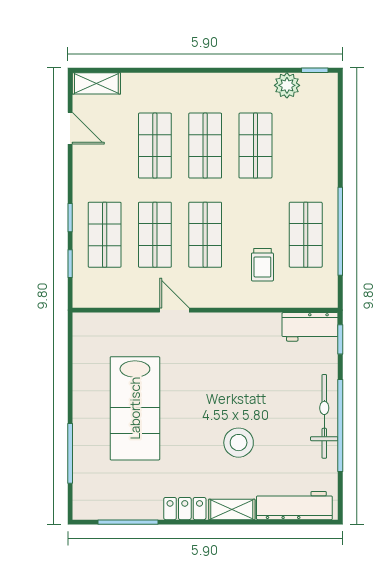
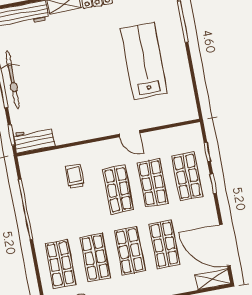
door: (70, 128) -> (225, 245), width x1.88
shop shelf: (306, 235) -> (60, 264), moved
stool: (239, 443) -> (68, 51), removed

